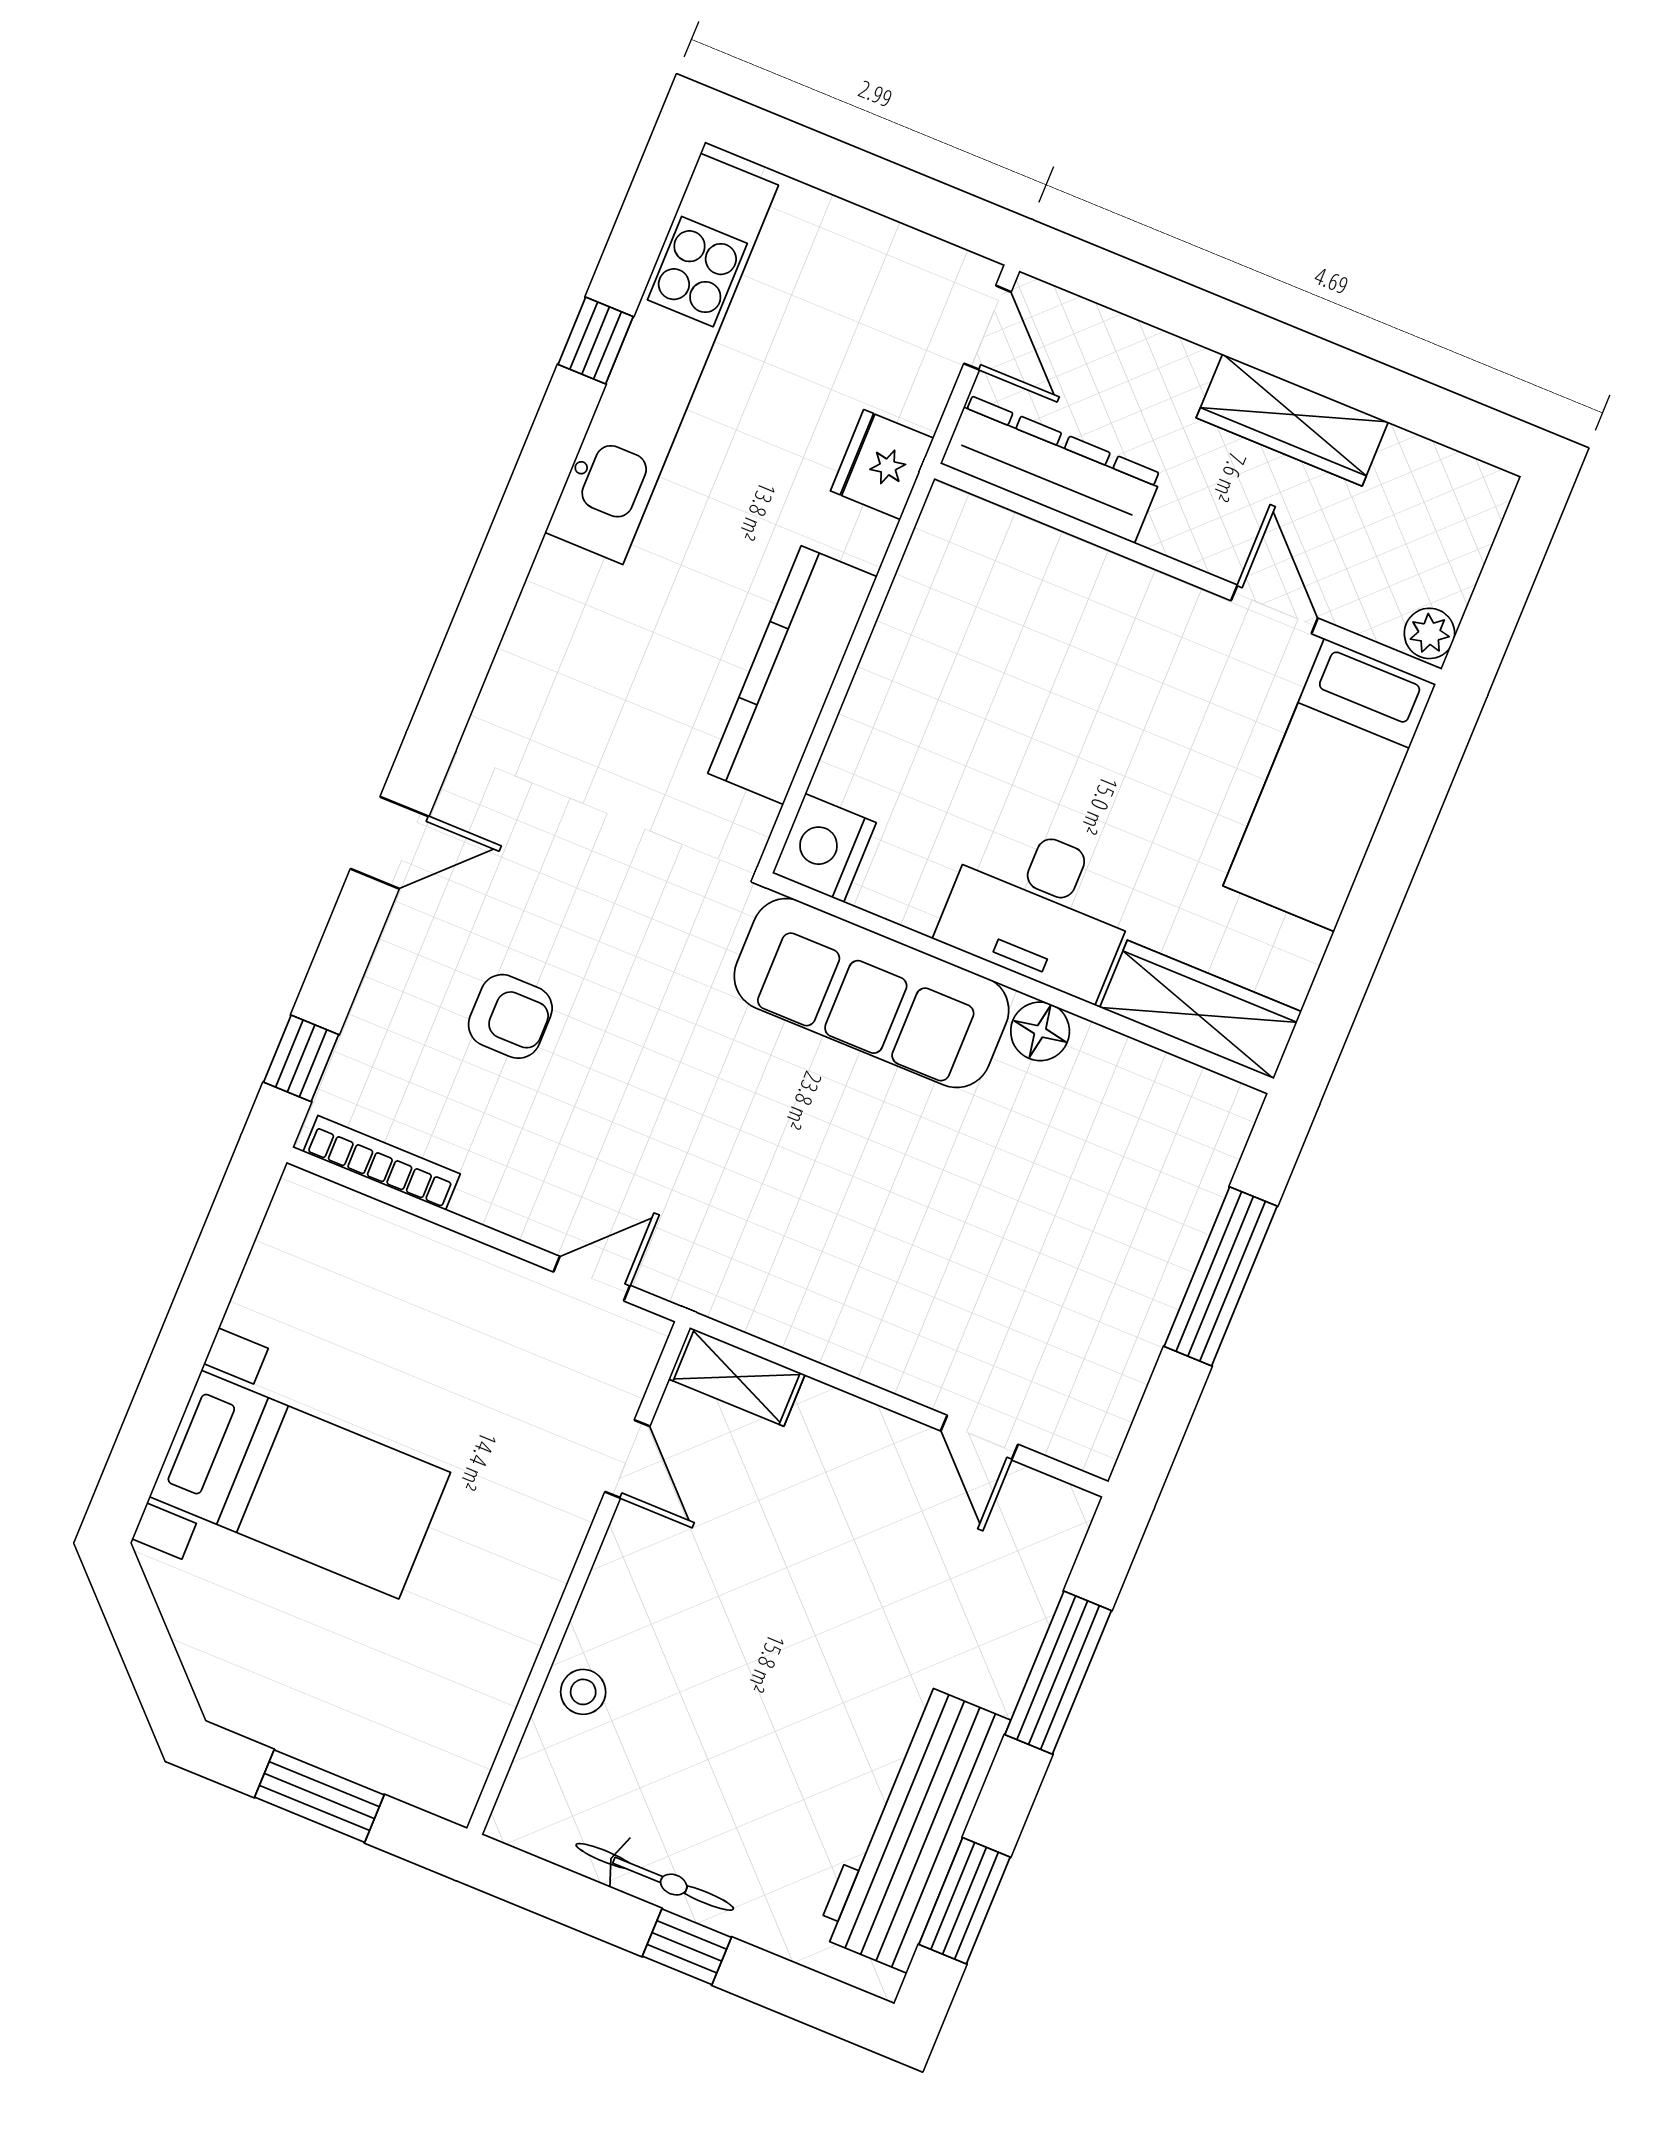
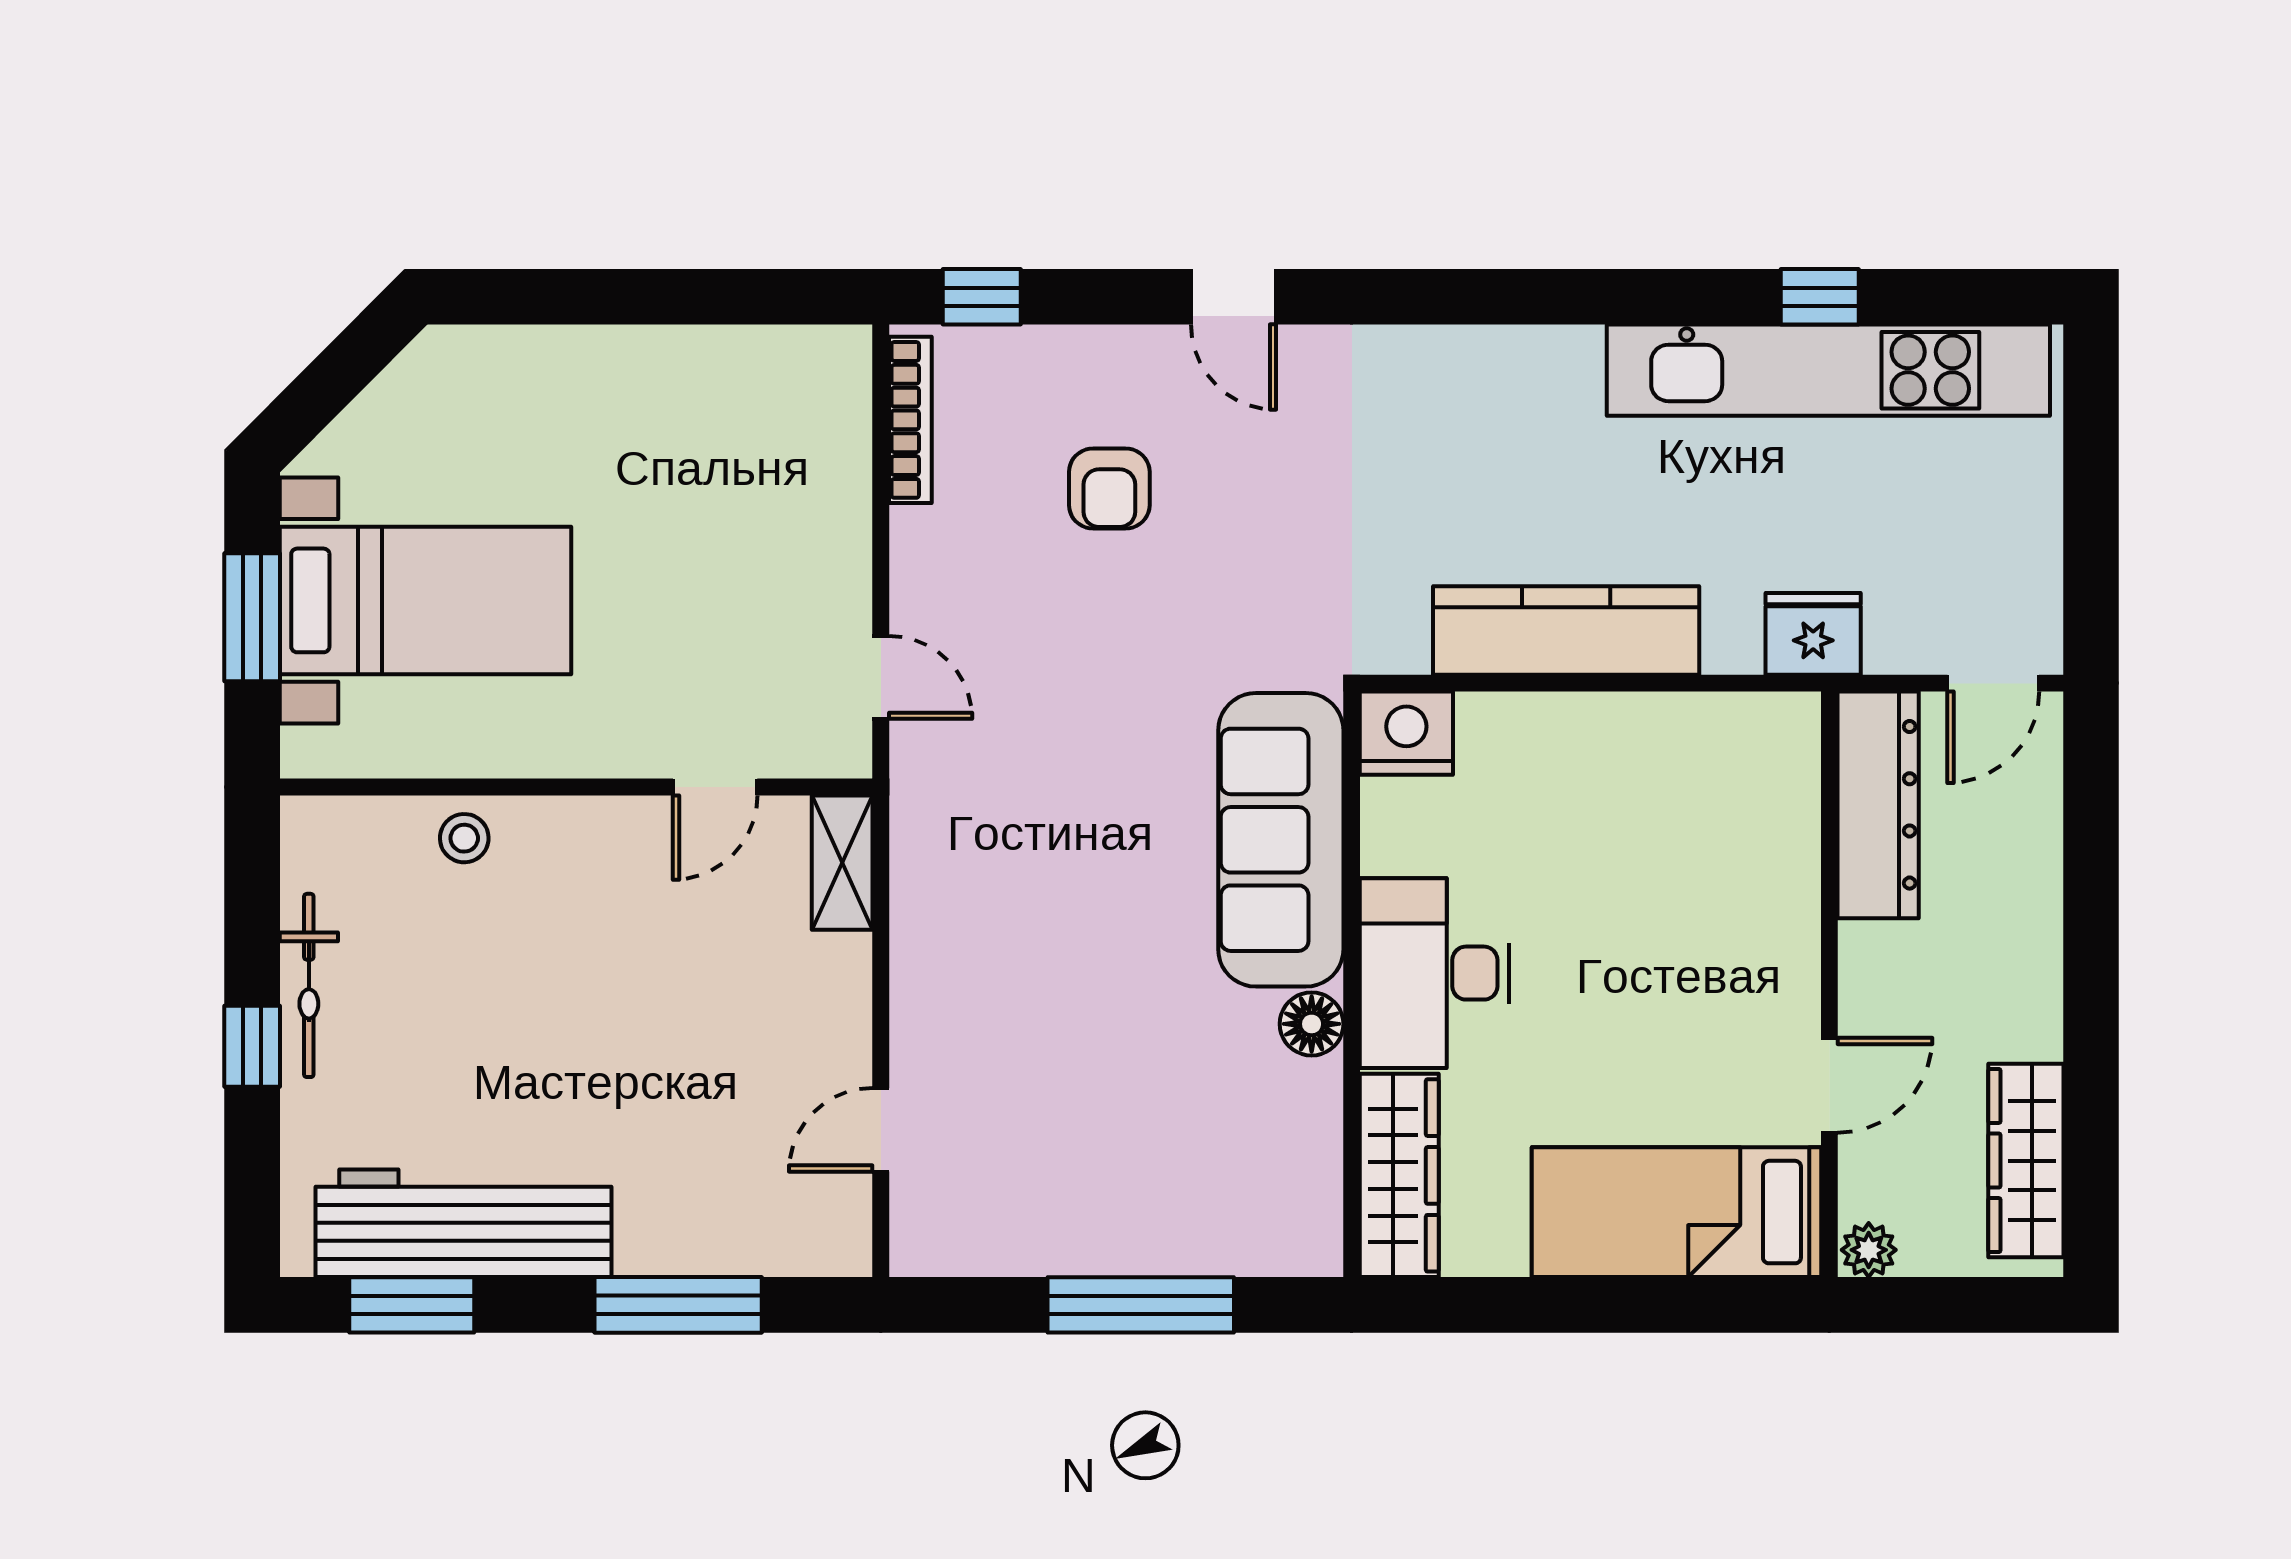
wardrobe: (1292, 420) -> (2026, 1161), moved
bed with nightstands: (300, 1485) -> (425, 600), moved, turned -90

